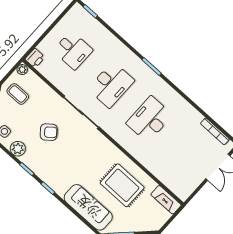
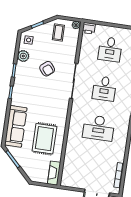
desk: (111, 85) -> (104, 89), width x0.73
desk: (149, 119) -> (99, 128), turned 180

